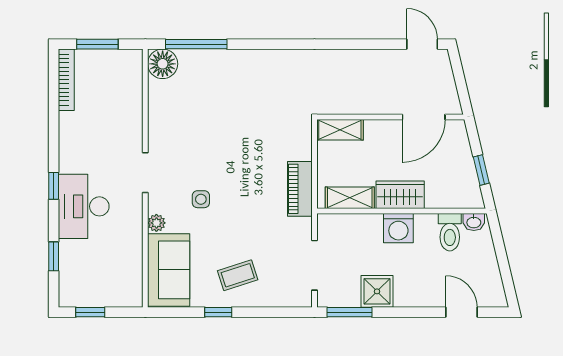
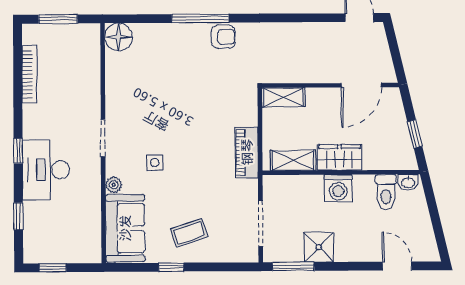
window: (196, 44) -> (200, 18), moved
armchair: (275, 64) -> (223, 37), added
bookcase: (66, 80) -> (29, 74), moved

